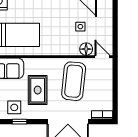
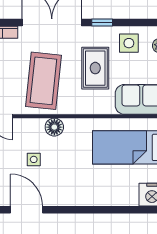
floor lamp: (86, 49) -> (54, 127), moved
window: (19, 122) -> (102, 23), moved

